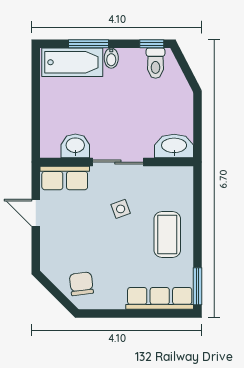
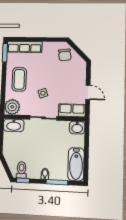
bathtub: (72, 62) -> (76, 164), moved, turned -90
washbasin: (75, 146) -> (77, 128), moved
plant: (179, 181) -> (12, 107), added

